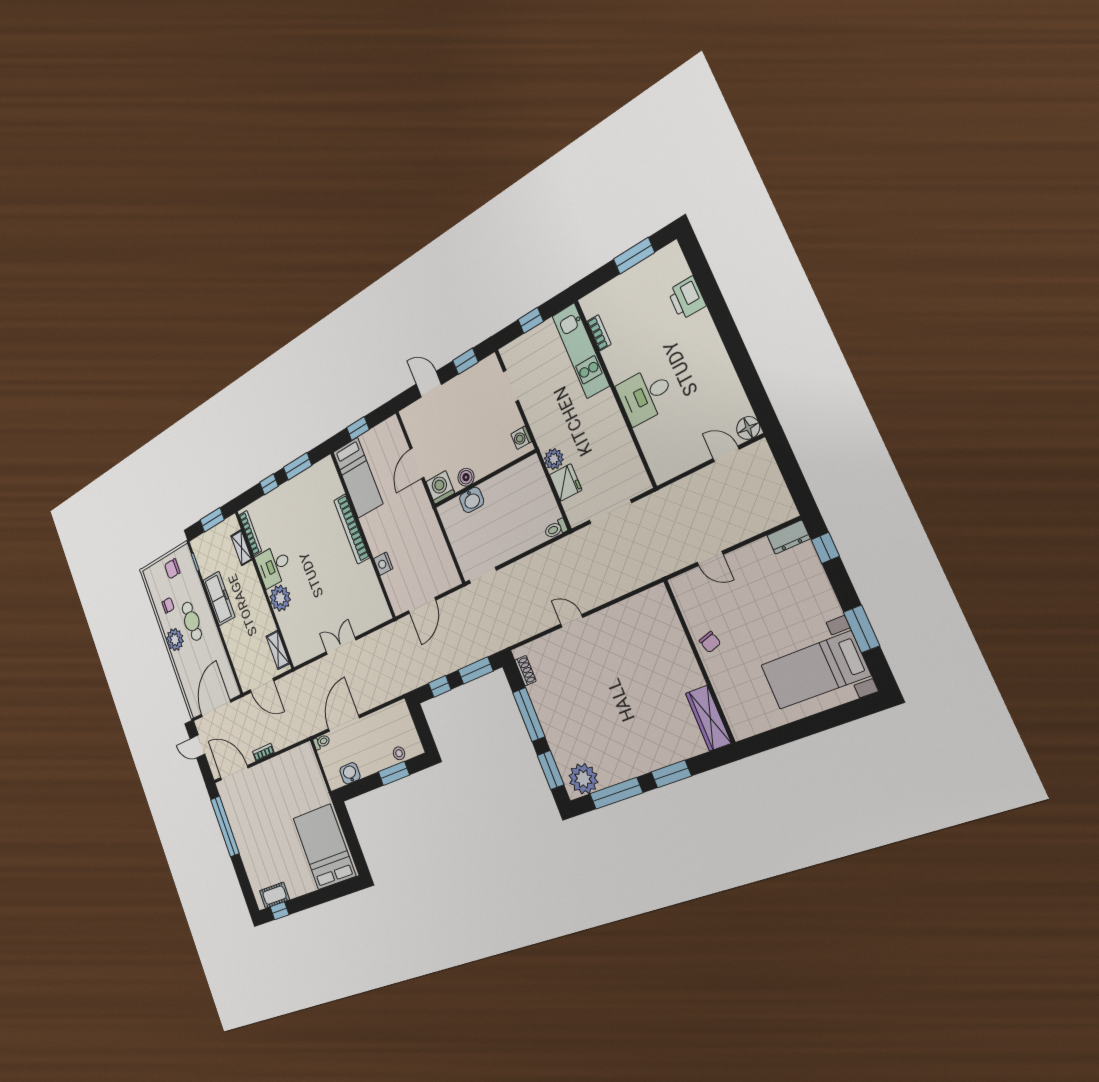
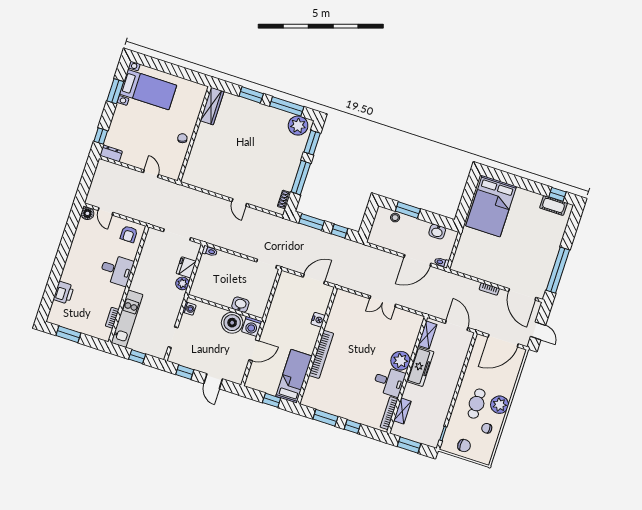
armchair: (670, 454) -> (129, 234), added
boiler: (466, 477) -> (232, 323), width x1.86, depth x1.86
freezer: (219, 598) -> (420, 367), moved, turned 180

